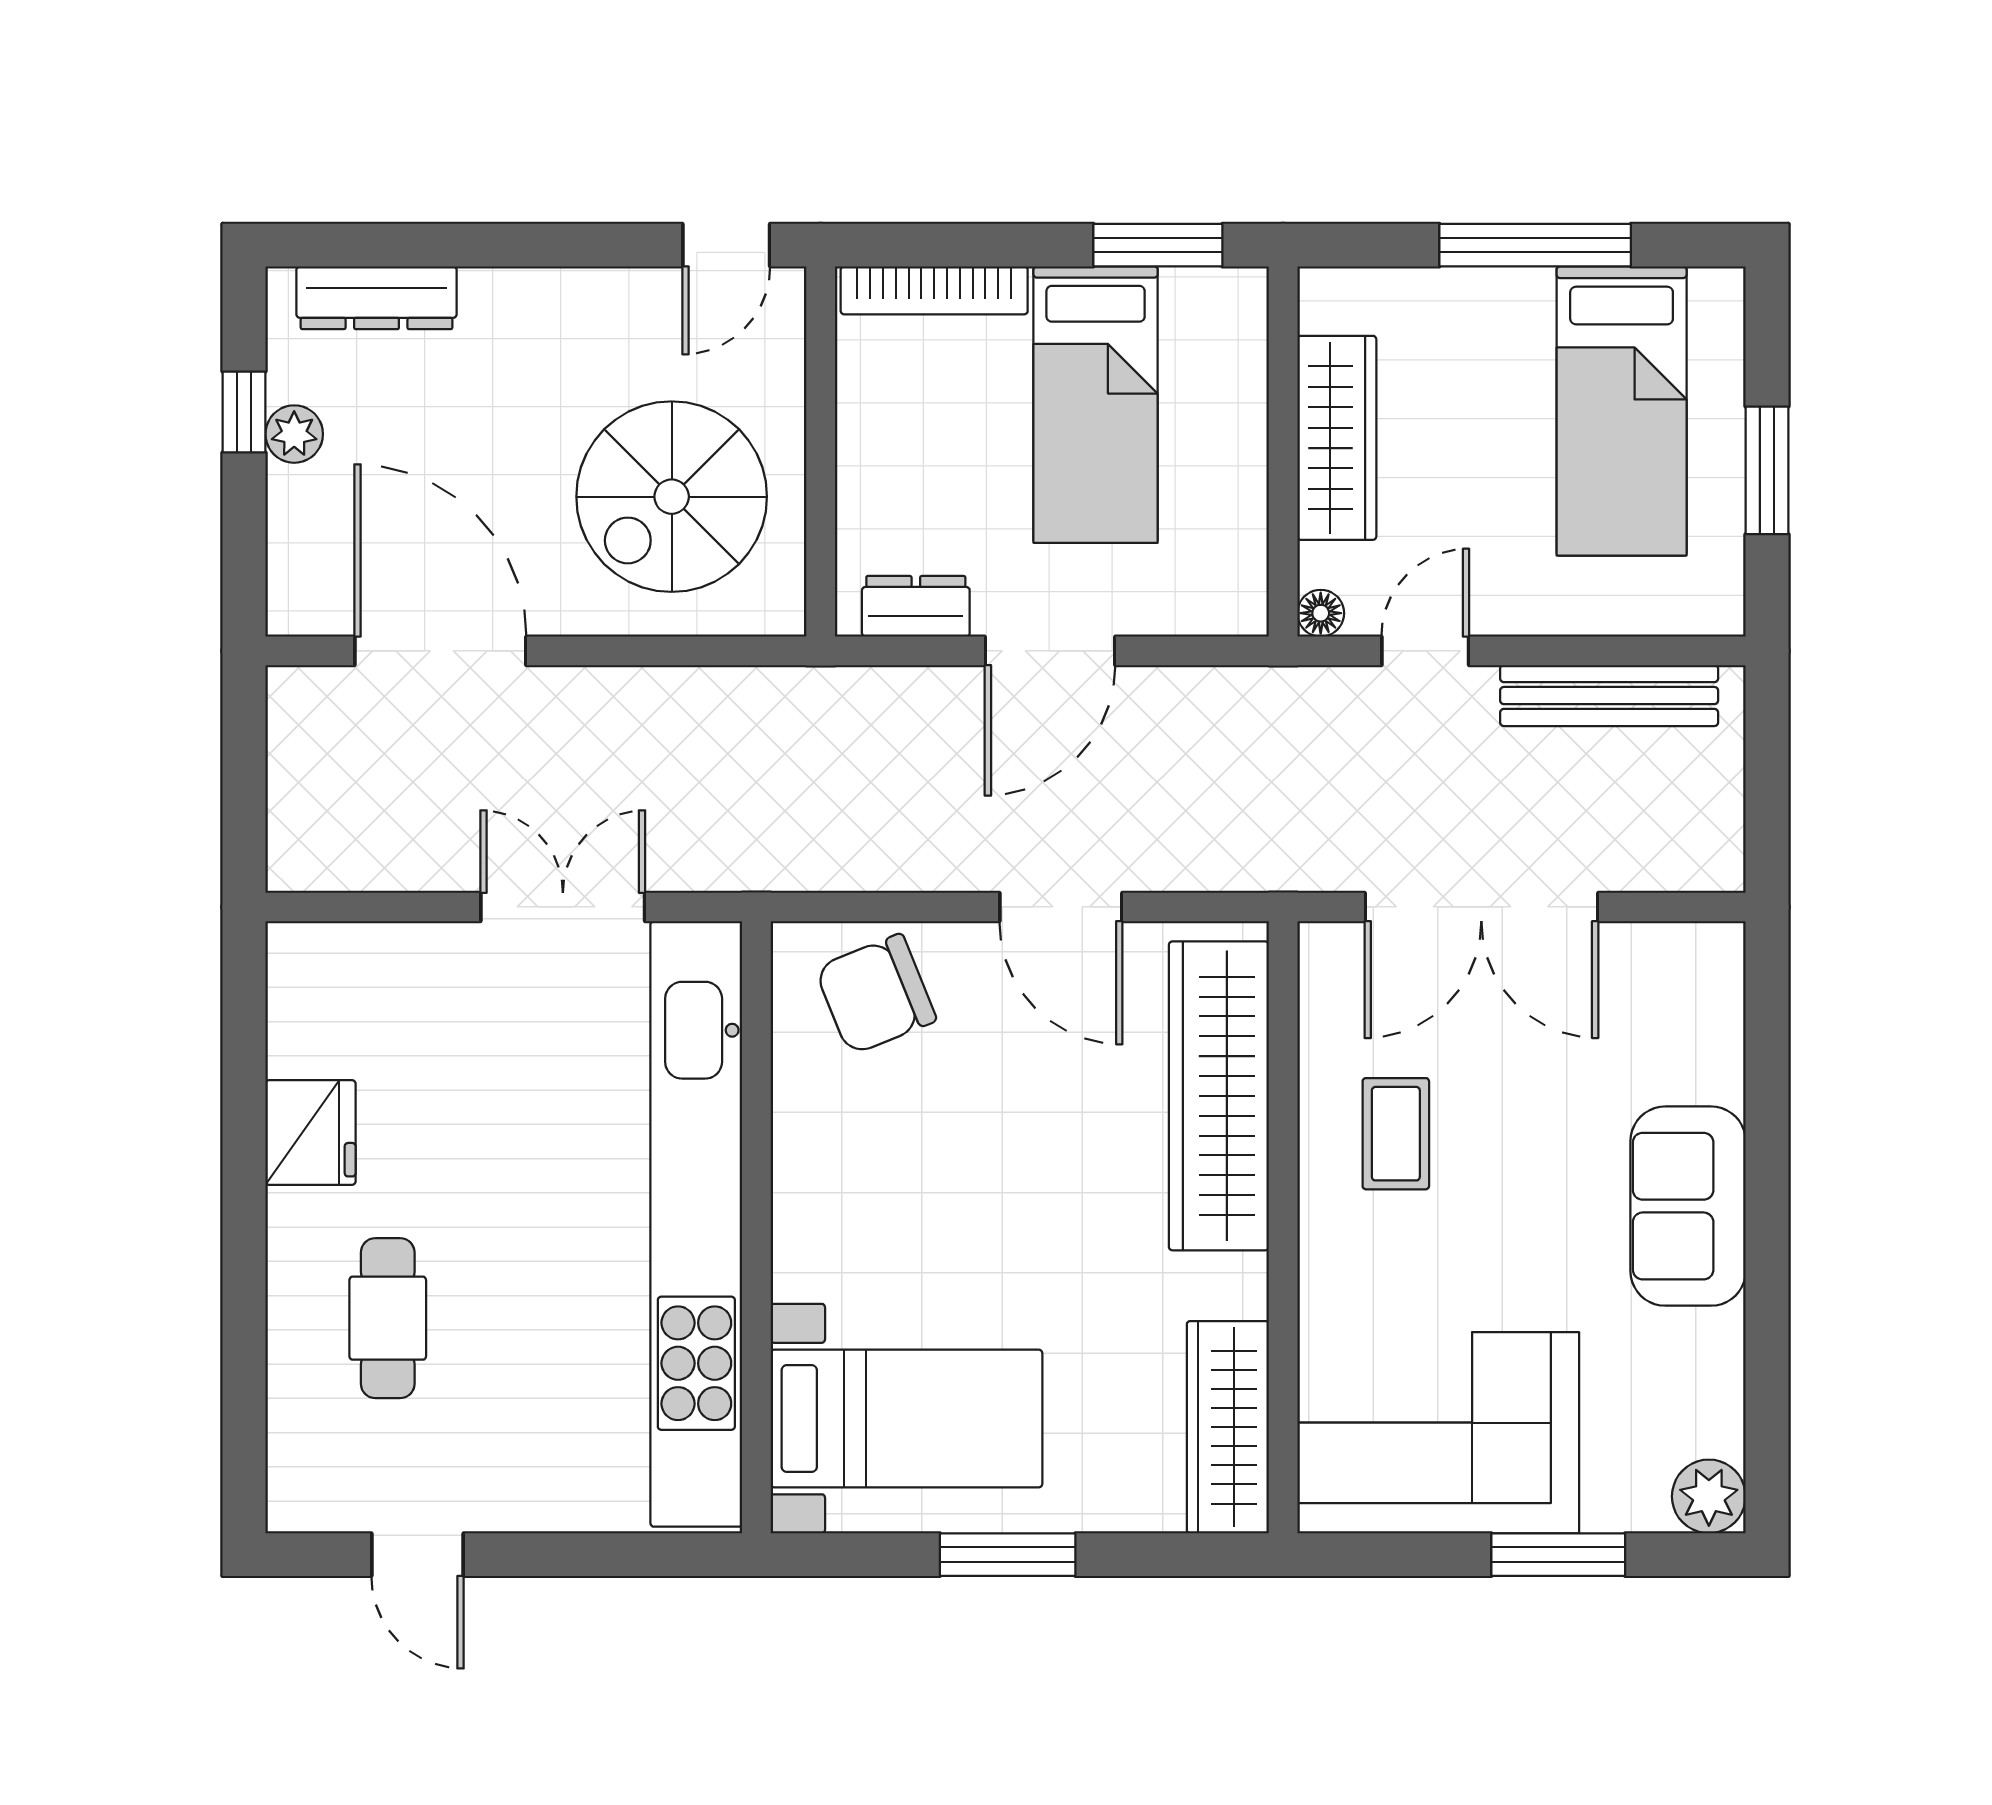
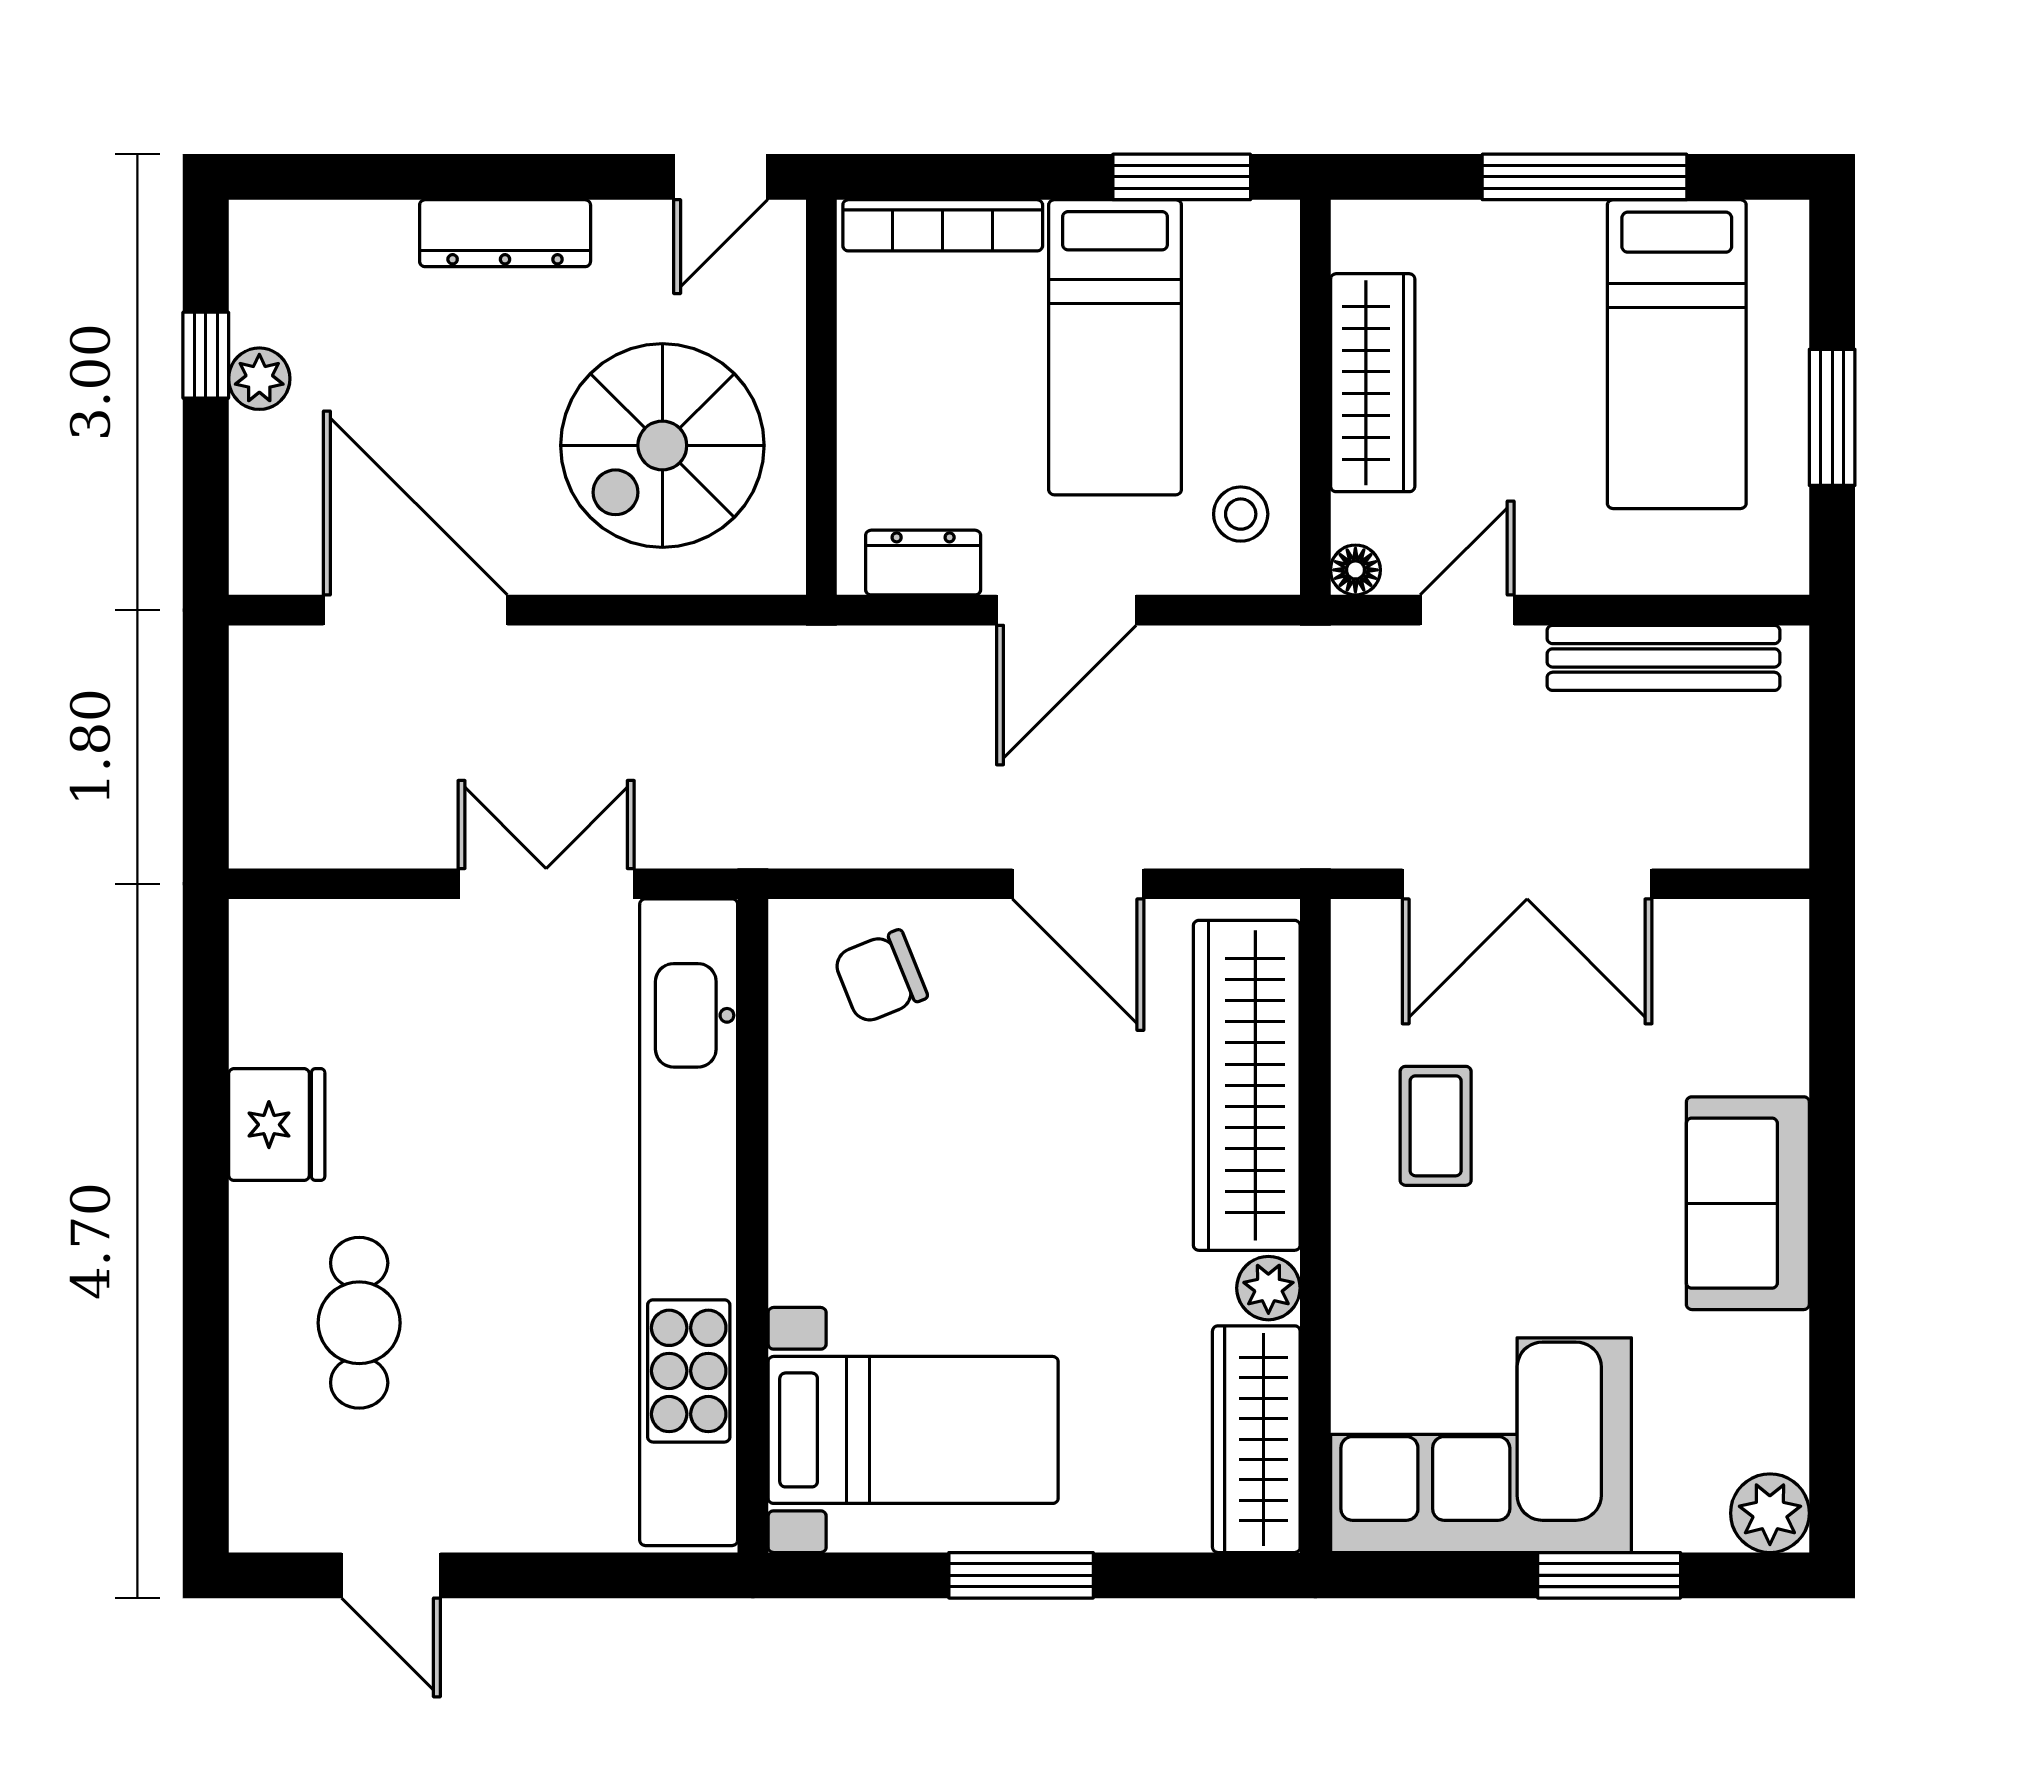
dresser: (377, 298) -> (505, 233), moved
stool: (1213, 561) -> (1241, 514), added
chair: (876, 994) -> (880, 977), width x0.73, depth x0.73
plant: (1239, 1286) -> (1268, 1288), added

